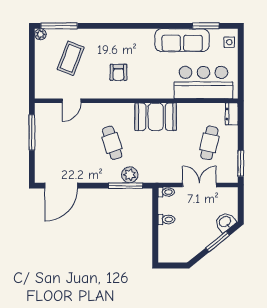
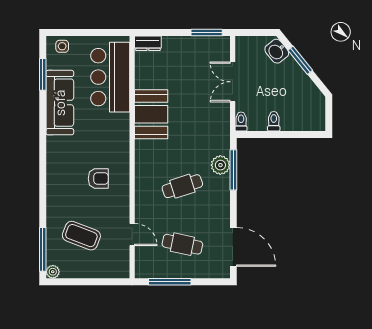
booth: (156, 117) -> (151, 114), moved
cafe table: (209, 143) -> (182, 244), moved

